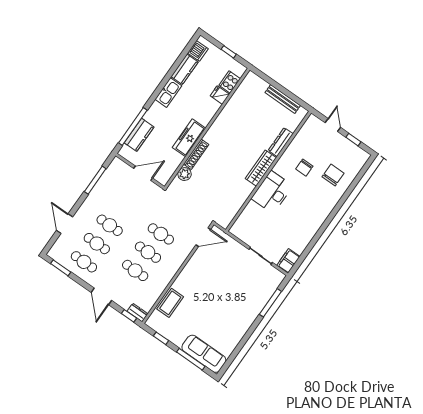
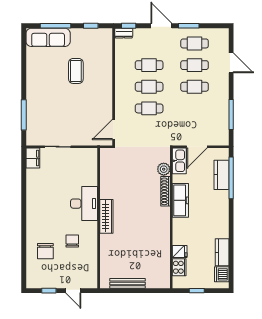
kitchen sink: (168, 92) -> (179, 161), moved, turned 180
dresser: (281, 142) -> (105, 248), removed
window: (61, 268) -> (189, 26), moved
coffee table: (170, 303) -> (76, 71), moved

